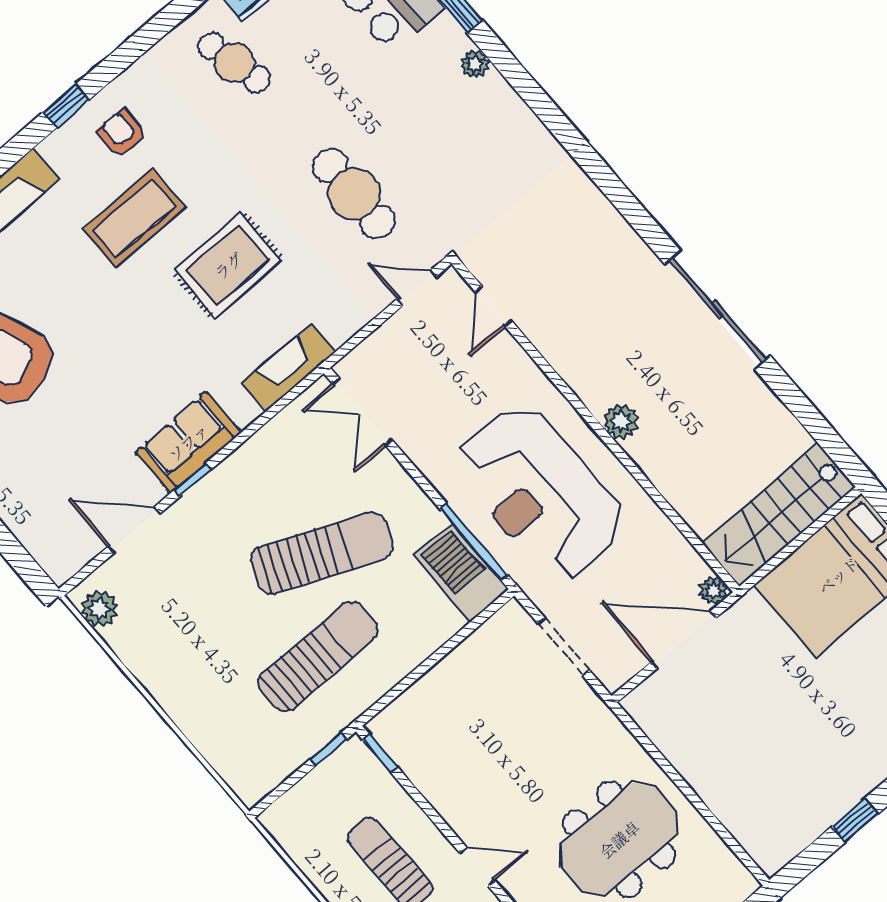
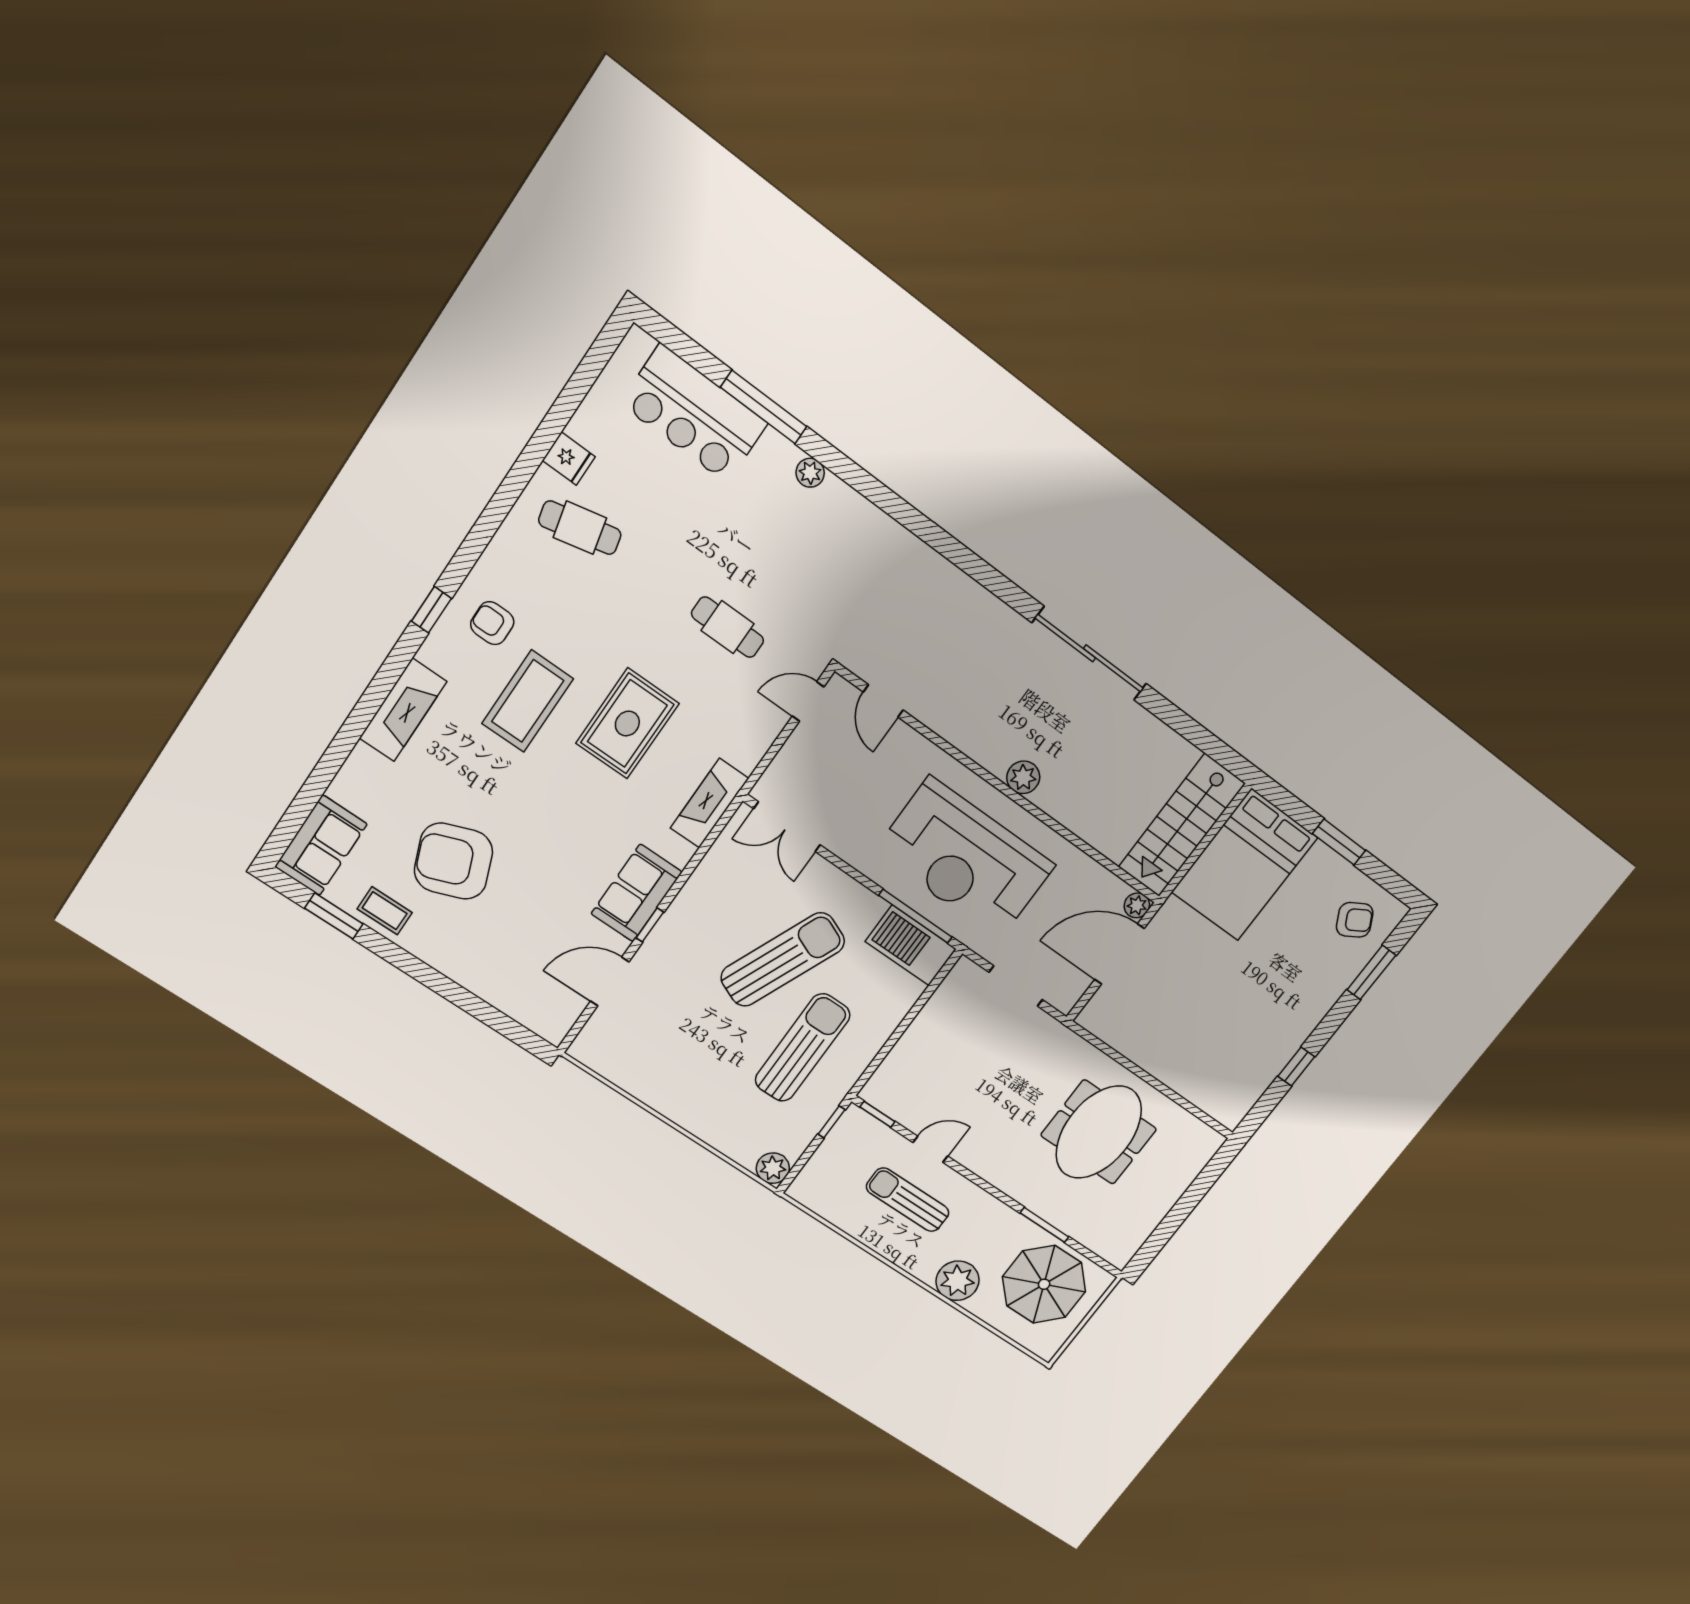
cafe table: (354, 194) -> (728, 627), width x0.73, depth x0.74
plant: (100, 609) -> (773, 1168), moved
door: (477, 867) -> (930, 1149), moved

